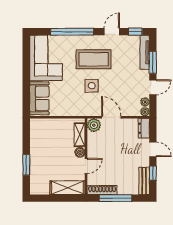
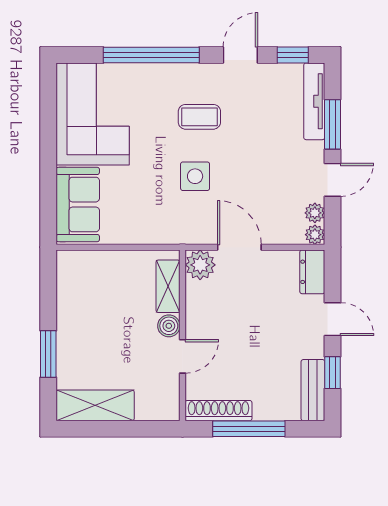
coffee table: (94, 59) -> (199, 117), width x0.54, depth x0.58
shelving: (68, 188) -> (95, 405), moved

